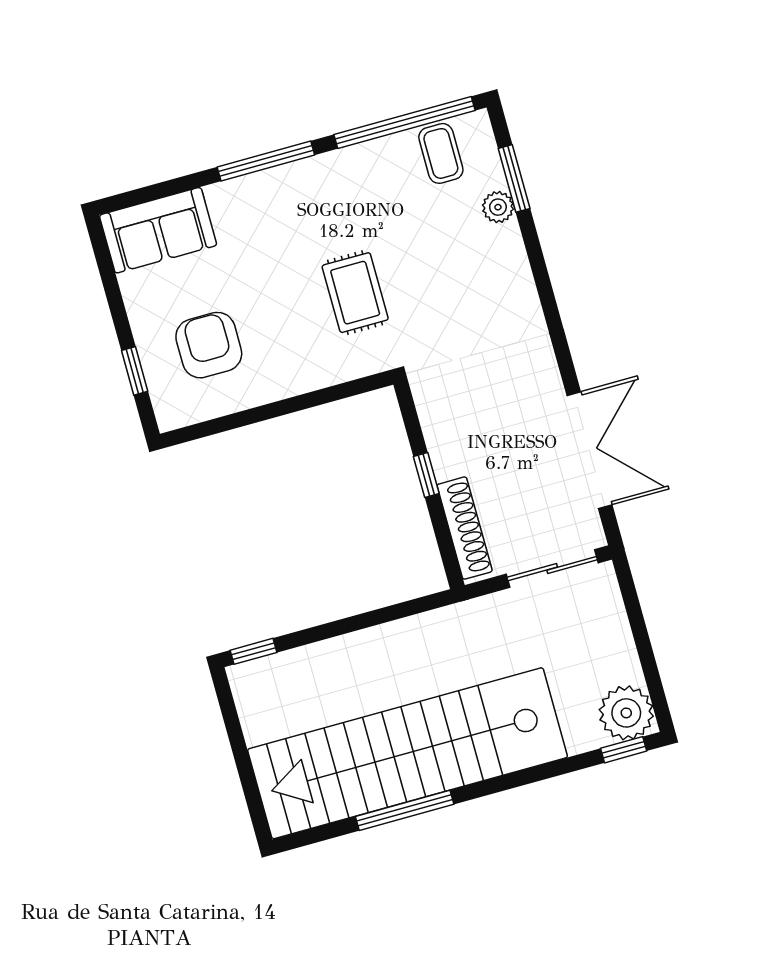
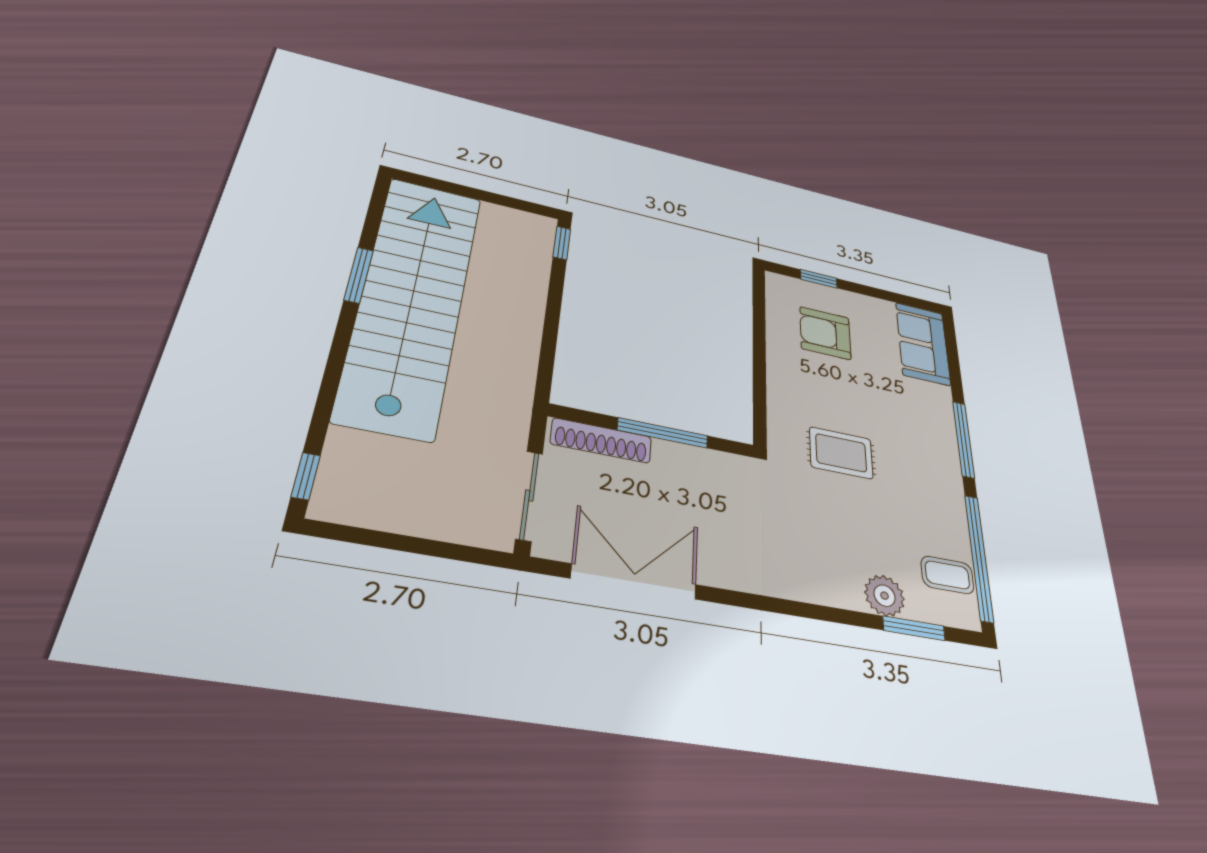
plant: (498, 207) -> (885, 596), width x1.38, depth x1.38
armchair: (209, 345) -> (825, 333), turned 180
double door: (589, 450) -> (634, 582), swing flipped
window: (426, 475) -> (663, 433), width x2.17
plant: (626, 713) -> (344, 496), removed
window: (405, 810) -> (359, 275), width x0.69

